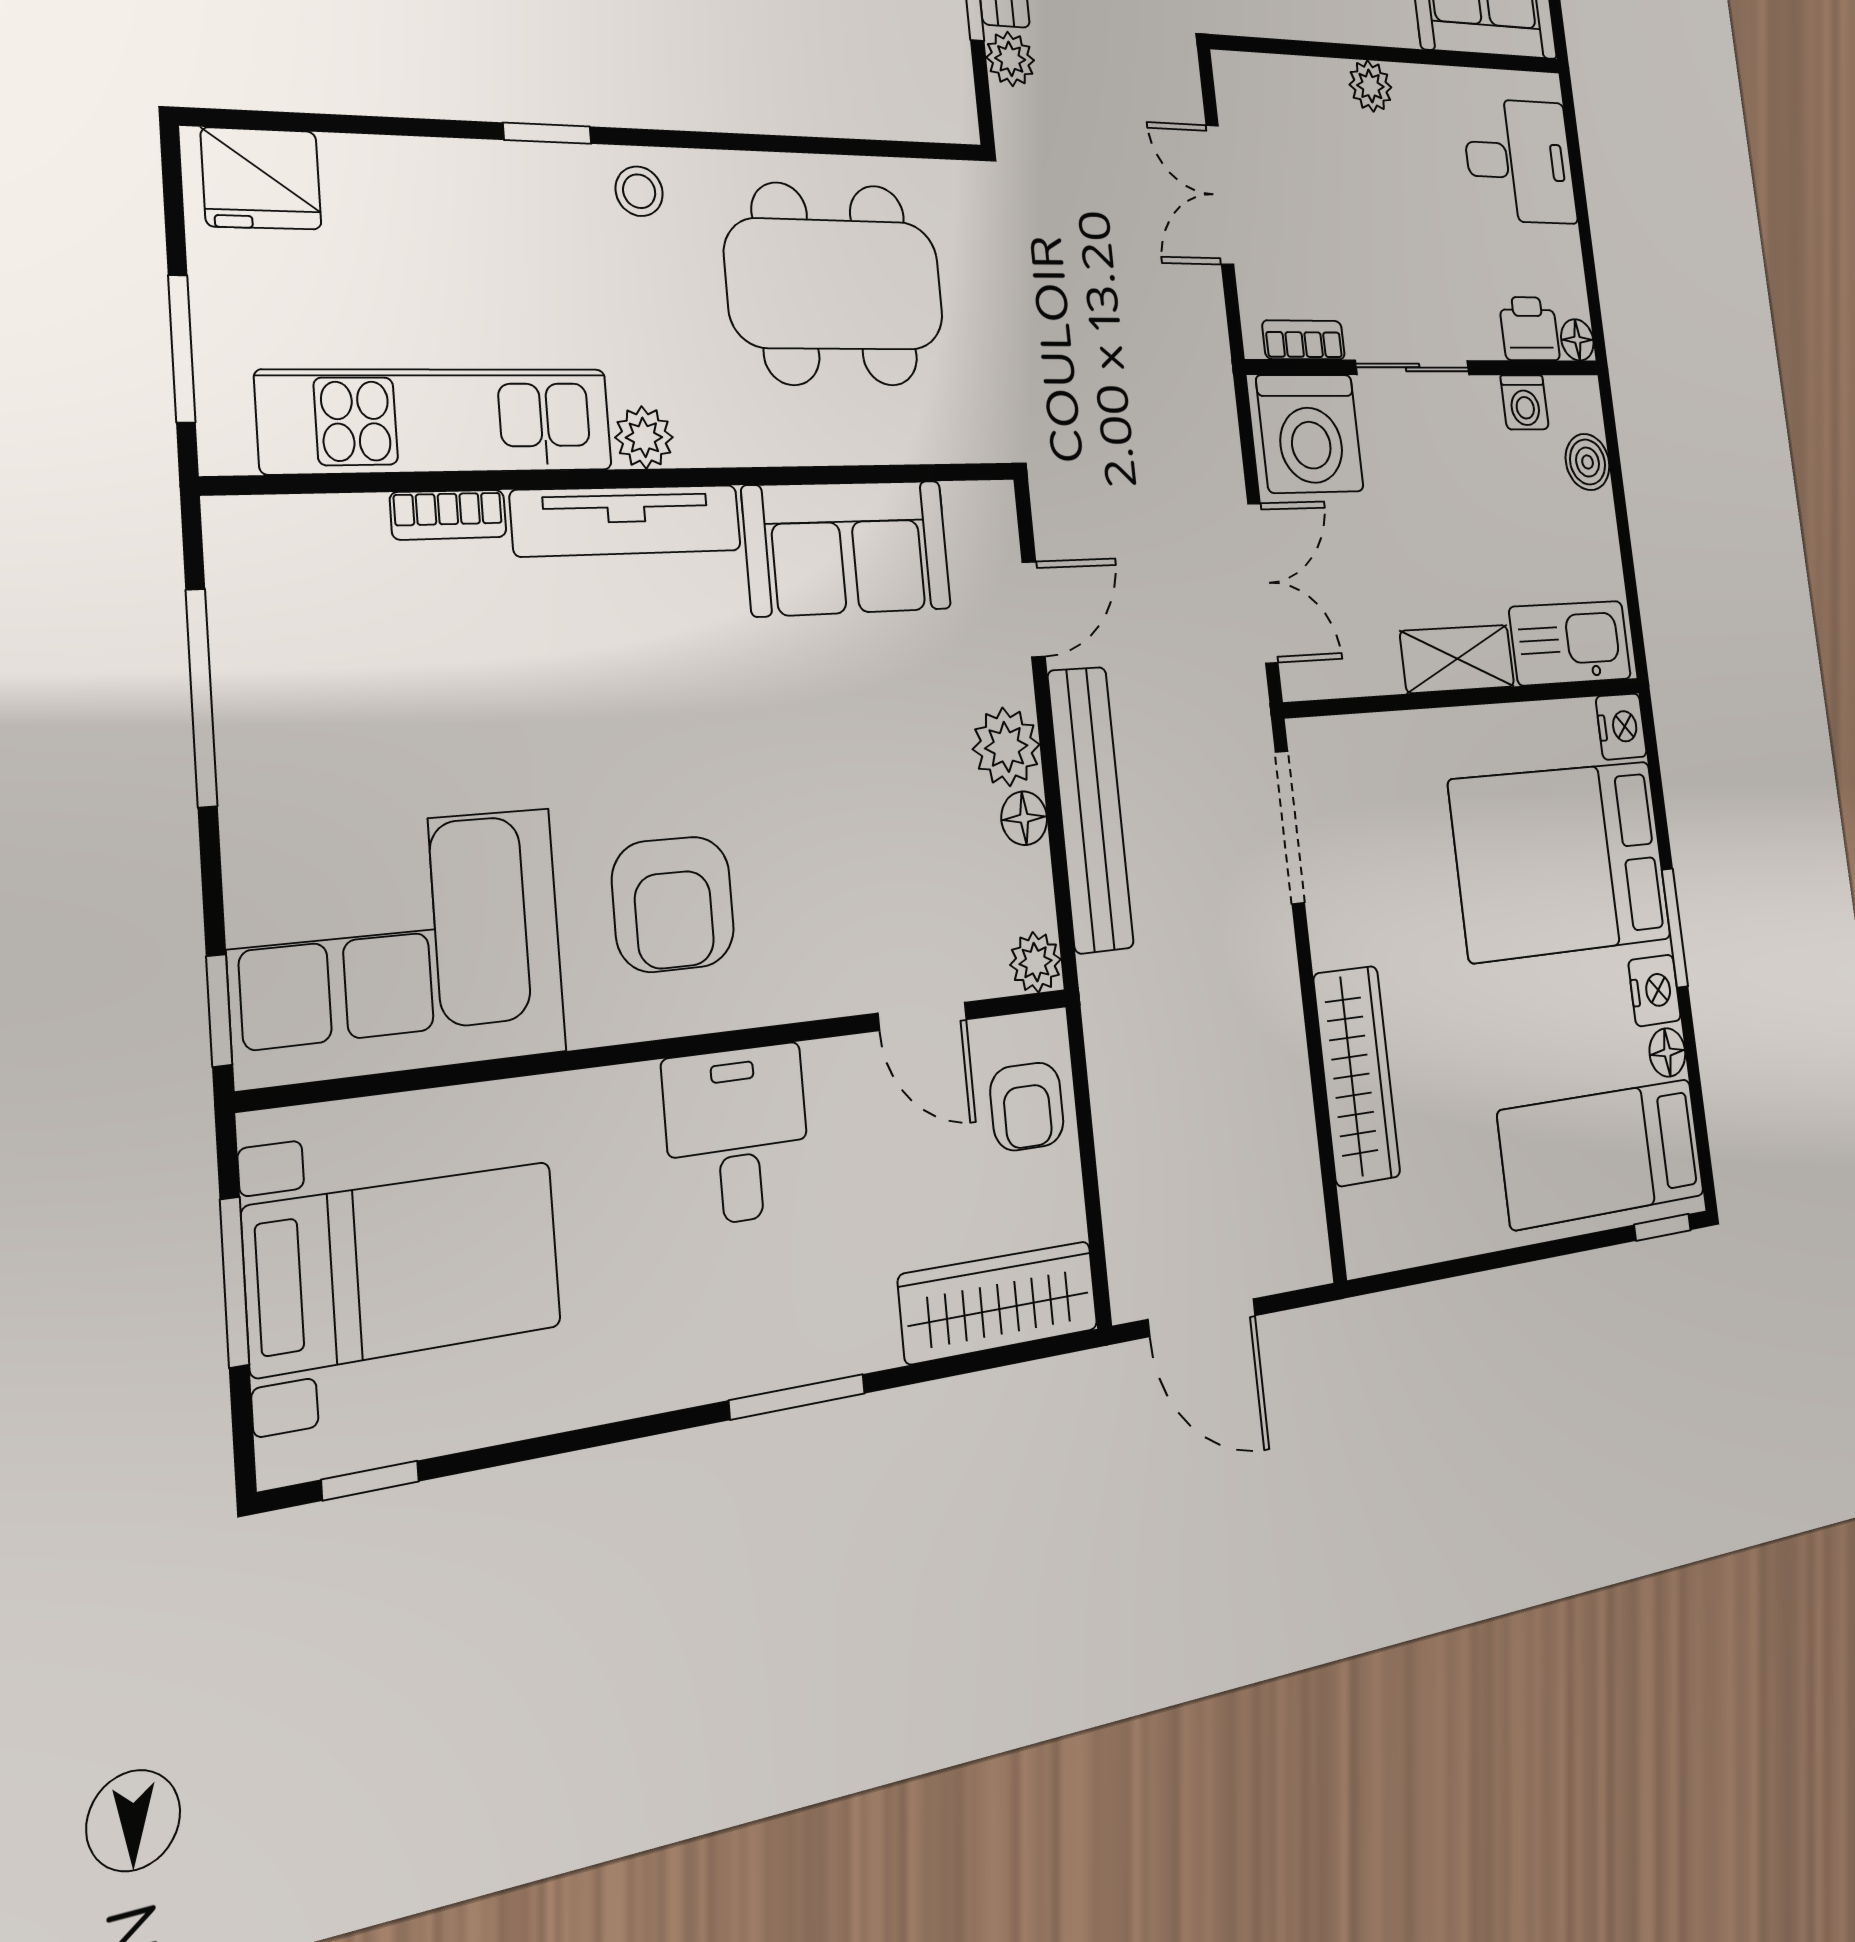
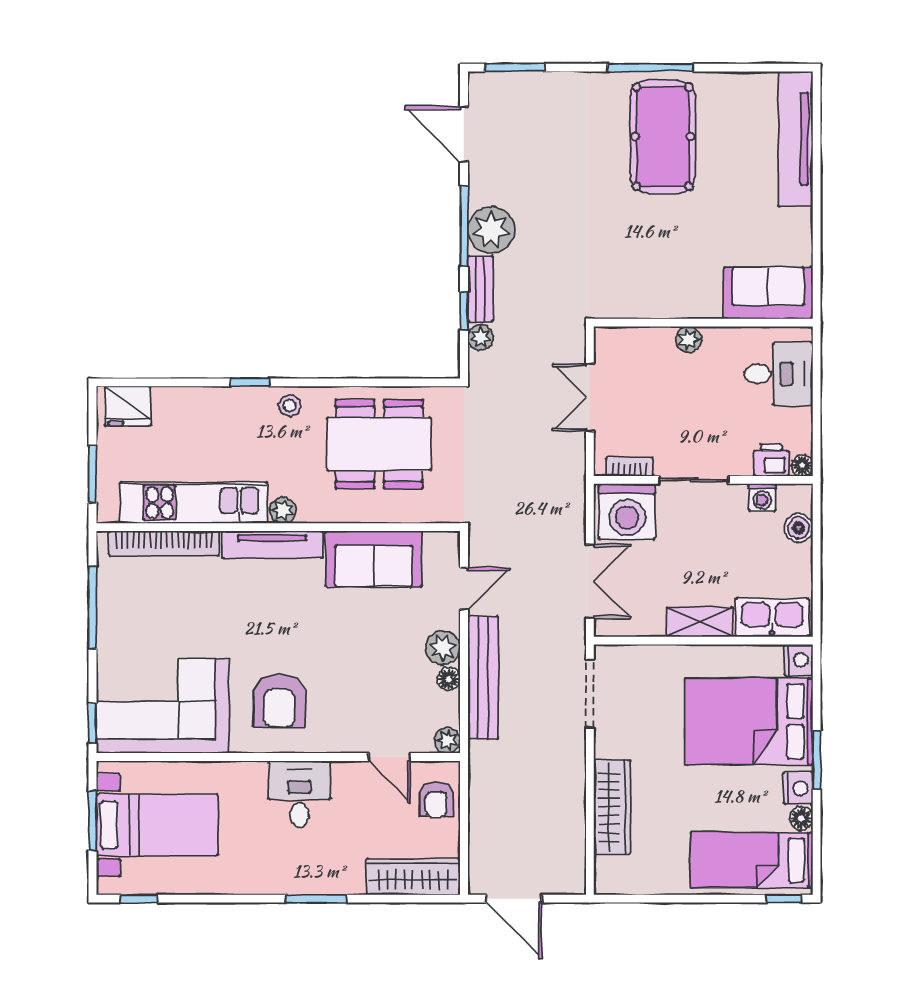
bookcase: (448, 515) -> (164, 543), width x2.31, depth x1.31

